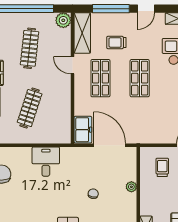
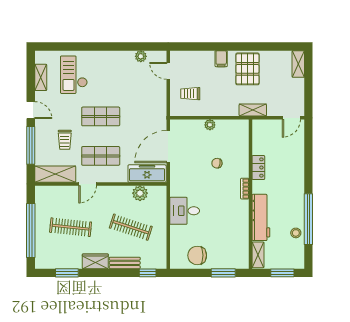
plant: (63, 20) -> (140, 193), moved
freezer: (83, 130) -> (147, 174), width x1.40

